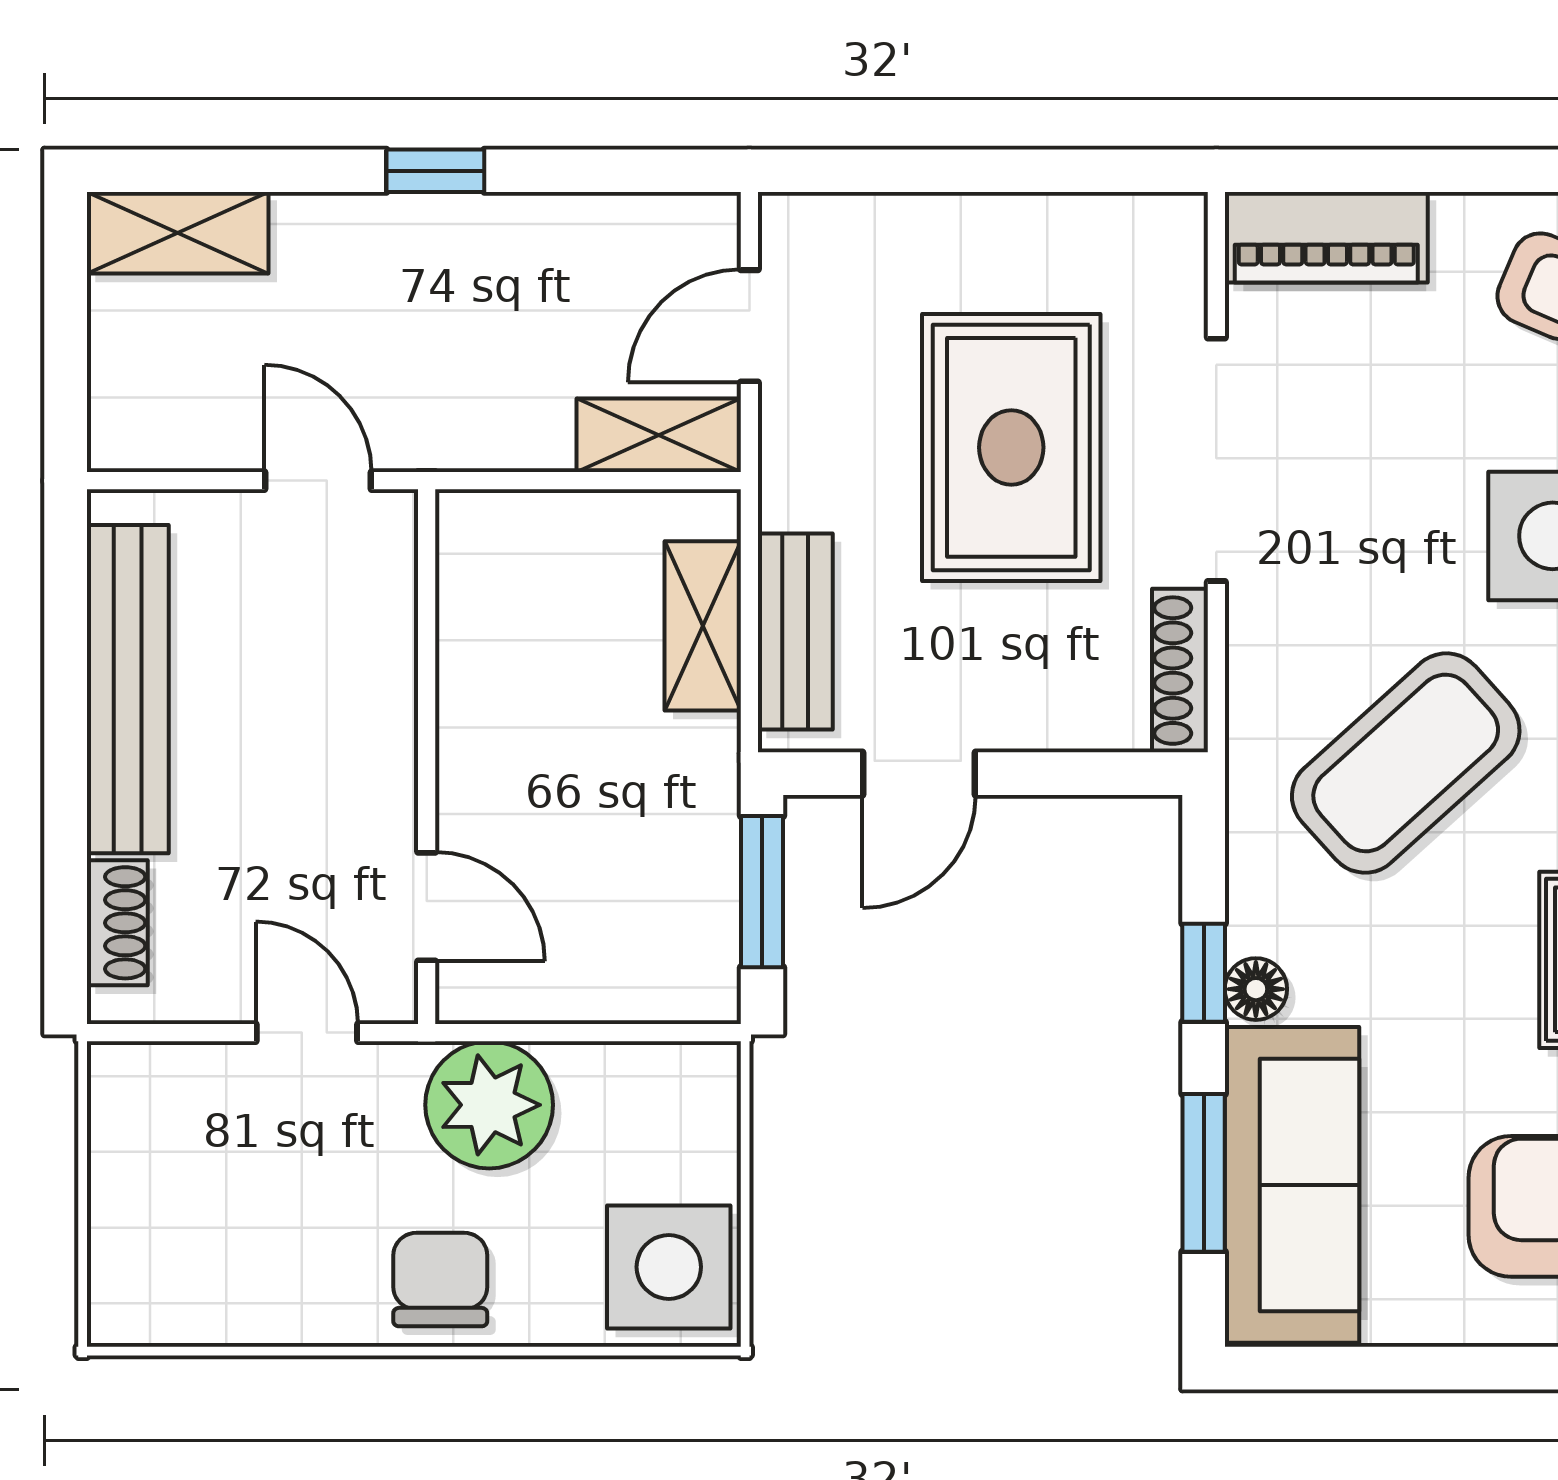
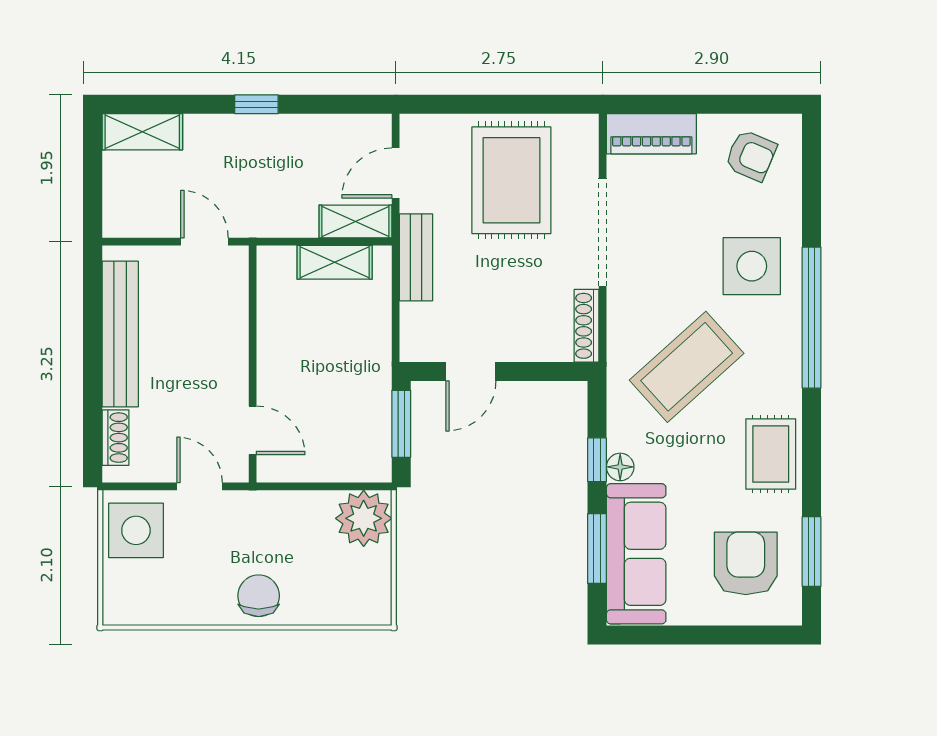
rug: (1011, 447) -> (511, 180), moved
shelving: (703, 626) -> (335, 262), moved, turned 90
bench: (795, 632) -> (416, 257), moved
plant: (489, 1105) -> (364, 518), moved
side table: (669, 1267) -> (136, 530), moved

